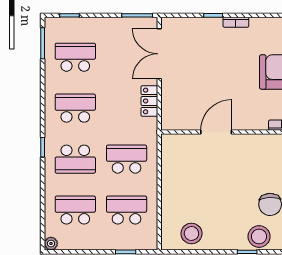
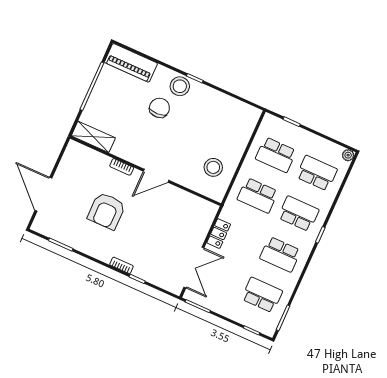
school desk: (75, 57) -> (262, 295), turned 180
door: (216, 132) -> (156, 176), moved
school desk: (75, 210) -> (317, 173), turned 180
stool: (191, 233) -> (213, 167), moved

